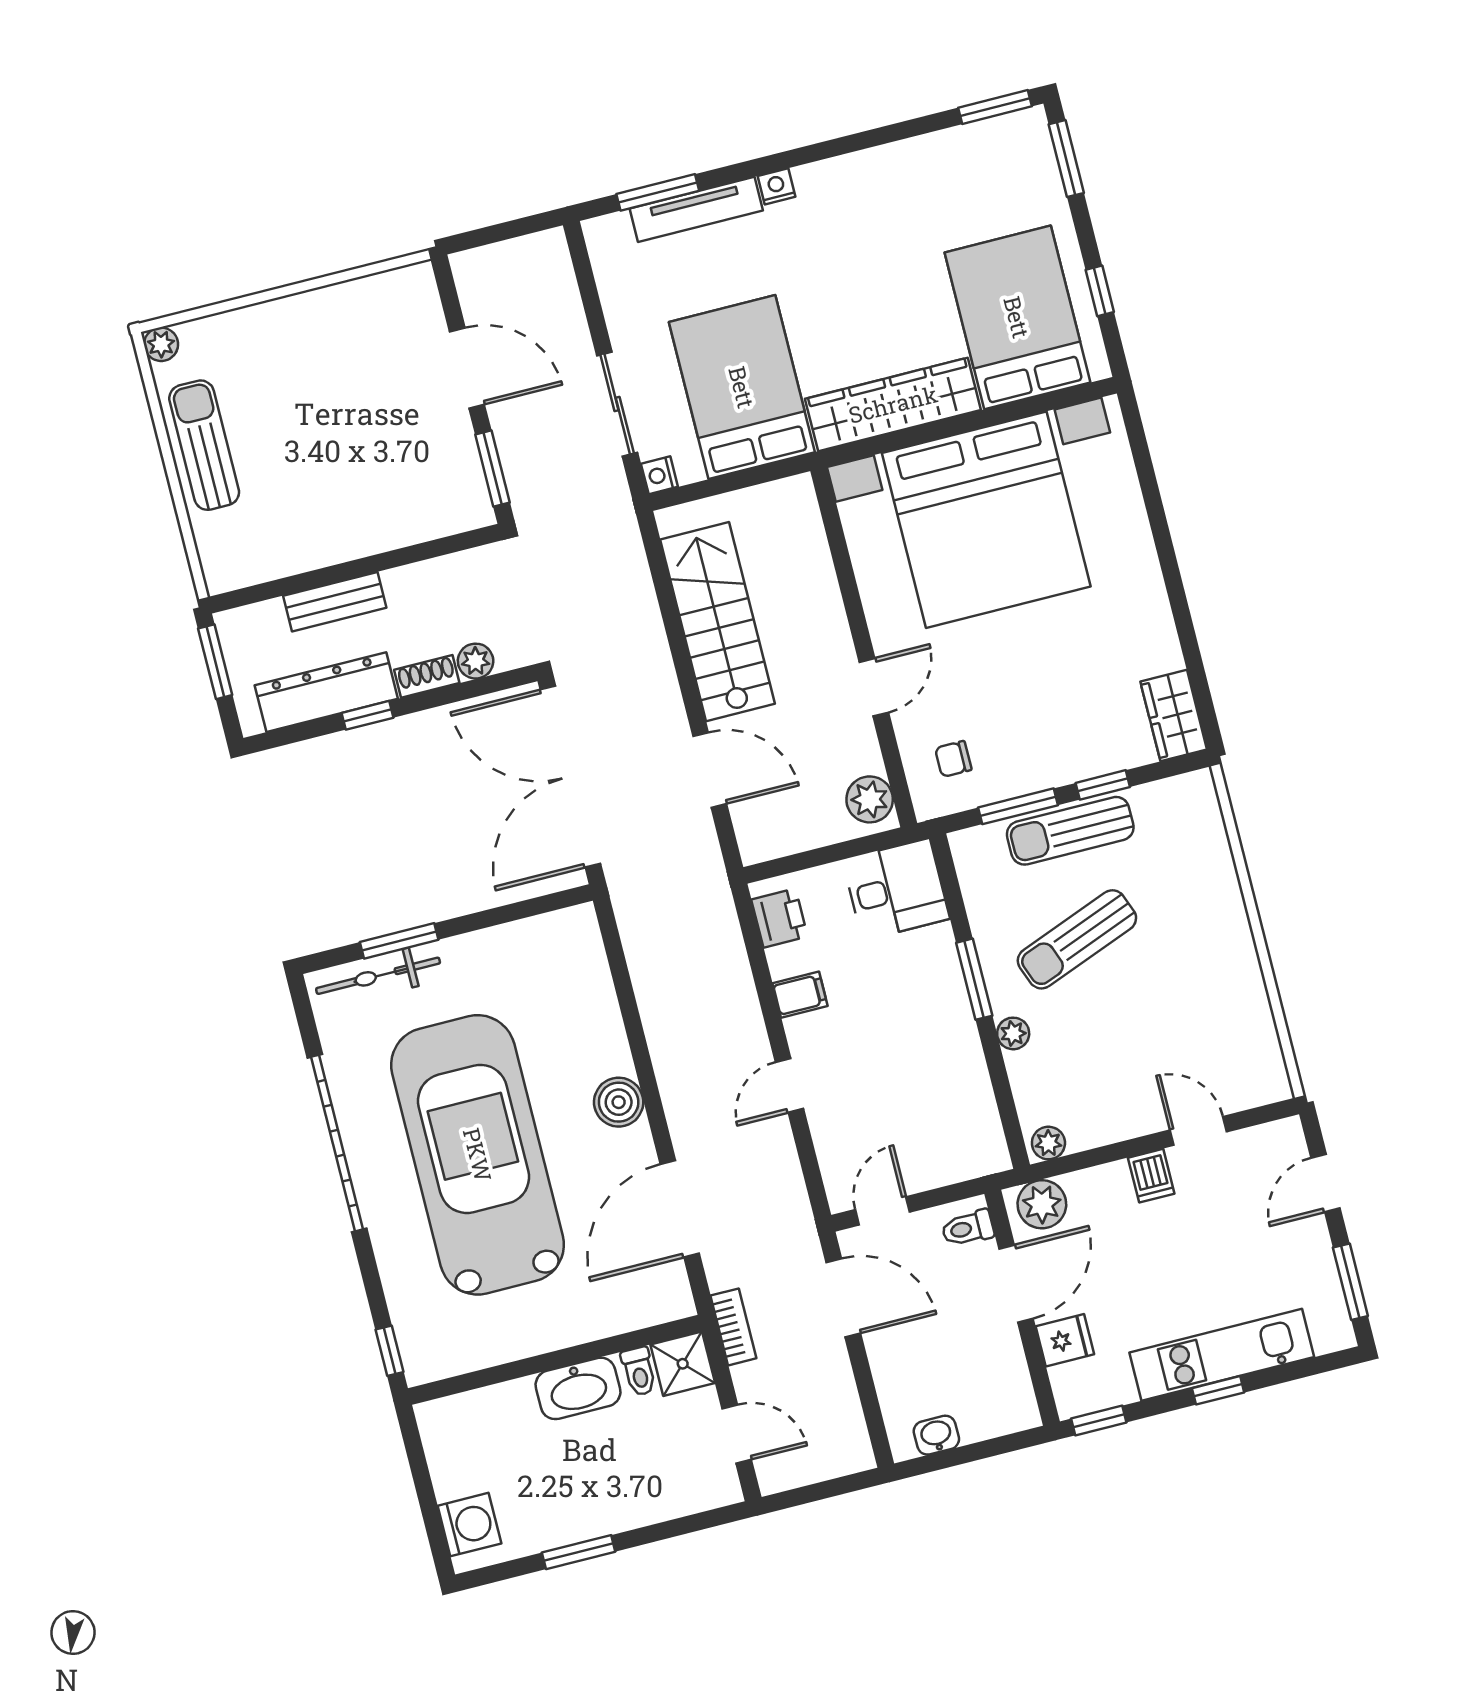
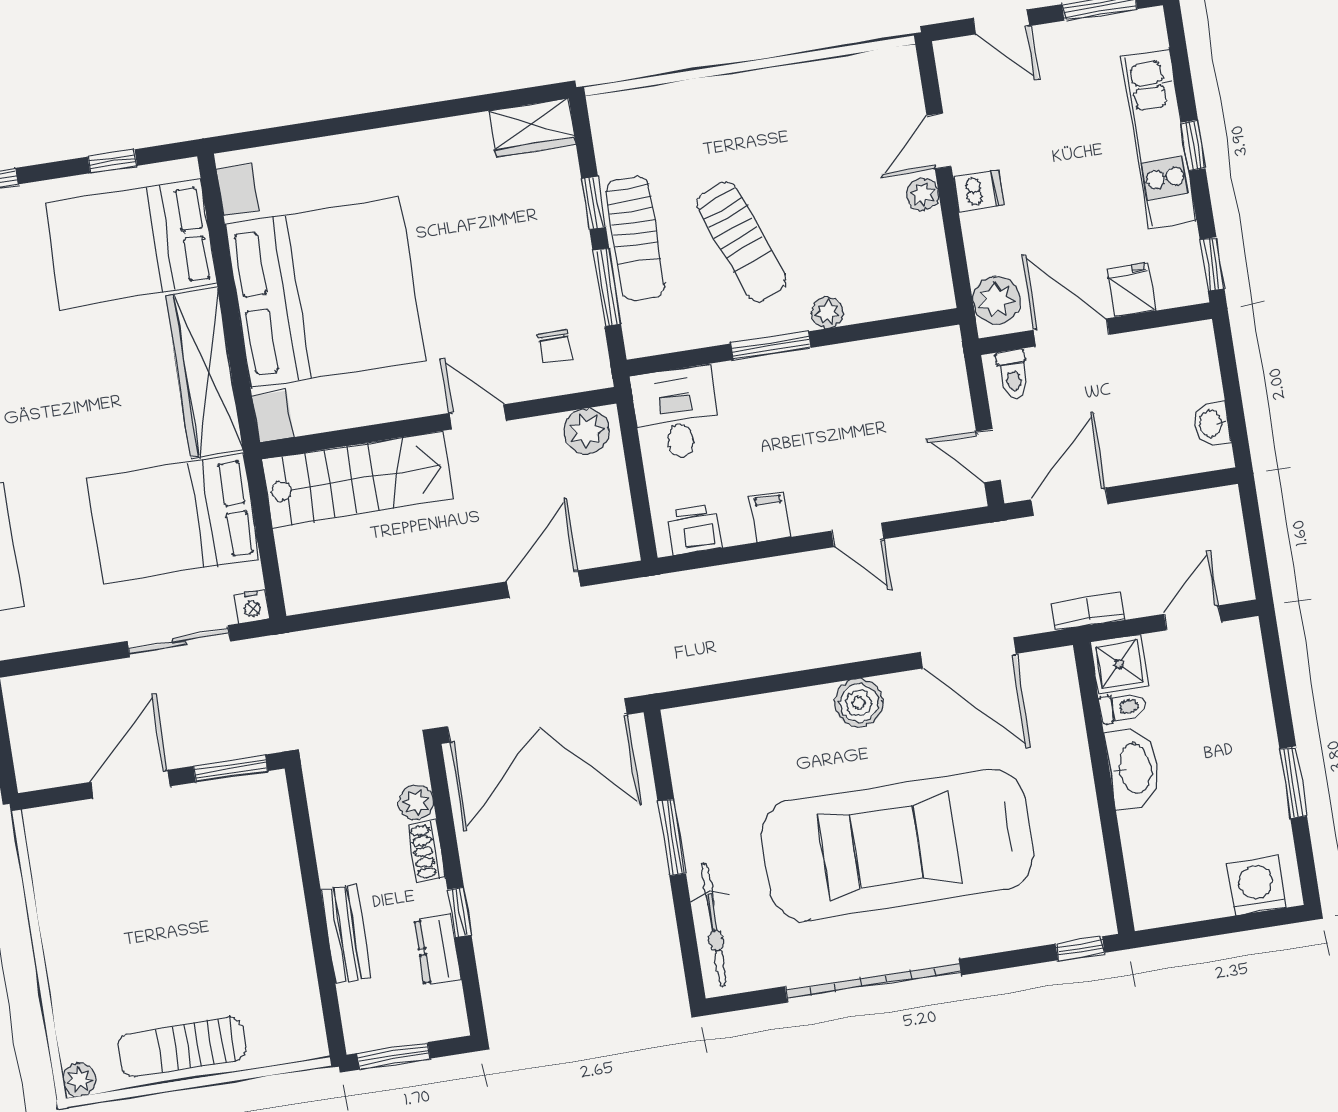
stairs: (718, 622) -> (358, 479), moved, turned 180
dresser: (326, 692) -> (438, 950), width x0.51, depth x0.80
window: (399, 941) -> (672, 837), moved
plant: (1048, 1143) -> (923, 194), moved

